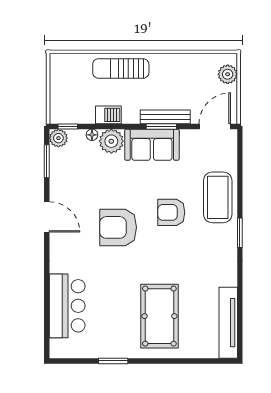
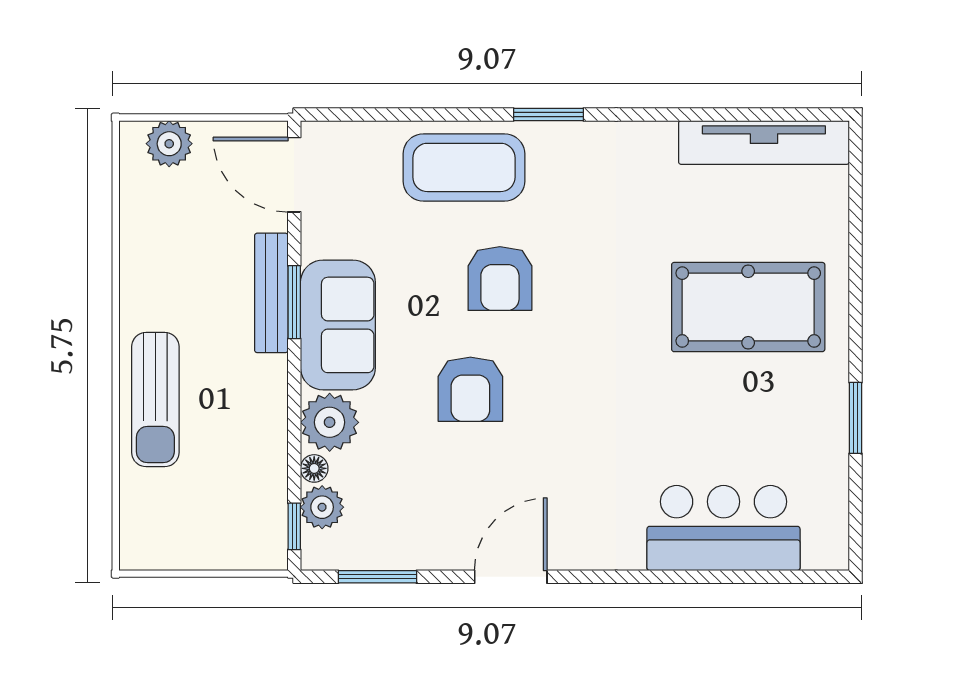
barbecue: (108, 115) -> (266, 429), removed
plant: (58, 138) -> (322, 507), moved
armchair: (118, 227) -> (470, 389), moved, width x0.73, depth x0.73

